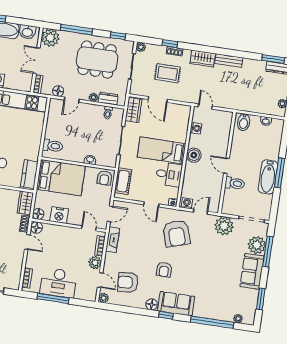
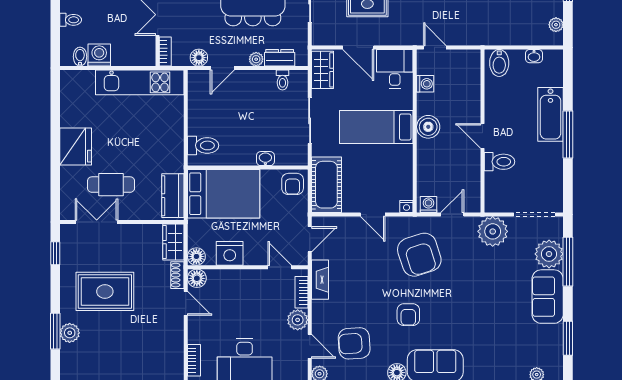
desk: (169, 174) -> (395, 69), moved, turned -90
bathtub: (268, 177) -> (551, 114), moved
cot: (123, 181) -> (326, 185), width x1.37, depth x1.34

